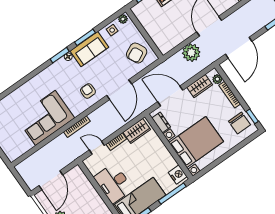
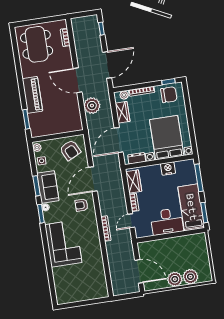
door: (239, 48) -> (107, 65), hinge flipped
door: (119, 90) -> (93, 179), swing flipped
corner sofa: (45, 118) -> (63, 244), moved, turned 180
nightstand: (178, 175) -> (168, 168), moved

